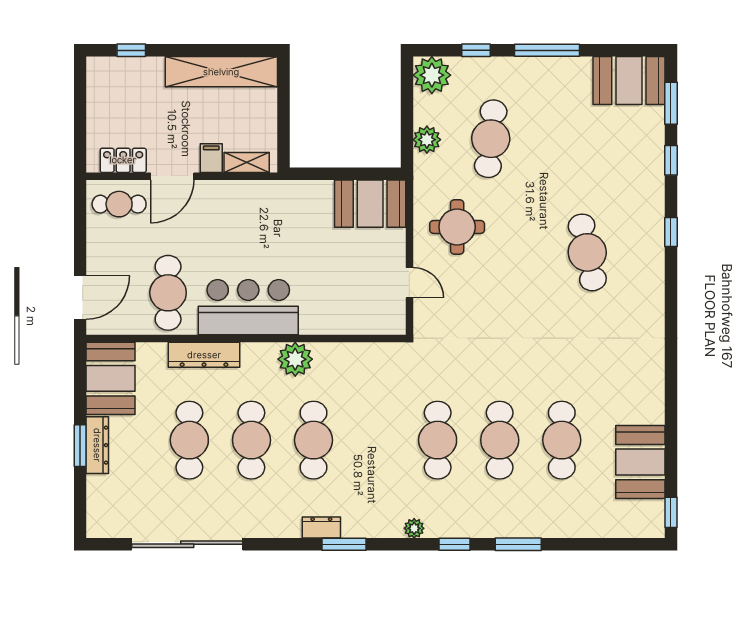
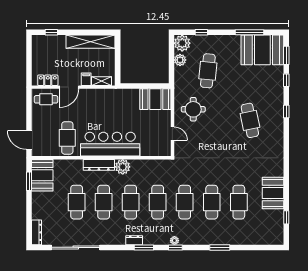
window: (547, 50) -> (249, 32), moved
booth: (629, 80) -> (262, 50), width x1.36, depth x1.42
plant: (427, 140) -> (180, 60), moved
door: (80, 298) -> (29, 140), swing flipped
bar counter: (248, 307) -> (110, 144), width x1.36
dresser: (204, 355) -> (99, 165), moved
cafe table: (376, 440) -> (158, 202), added
dresser: (97, 445) -> (37, 232), moved
window: (80, 446) -> (29, 181), moved
booth: (640, 462) -> (273, 193), moved
window: (671, 512) -> (286, 217), moved
window: (455, 544) -> (175, 247), moved

